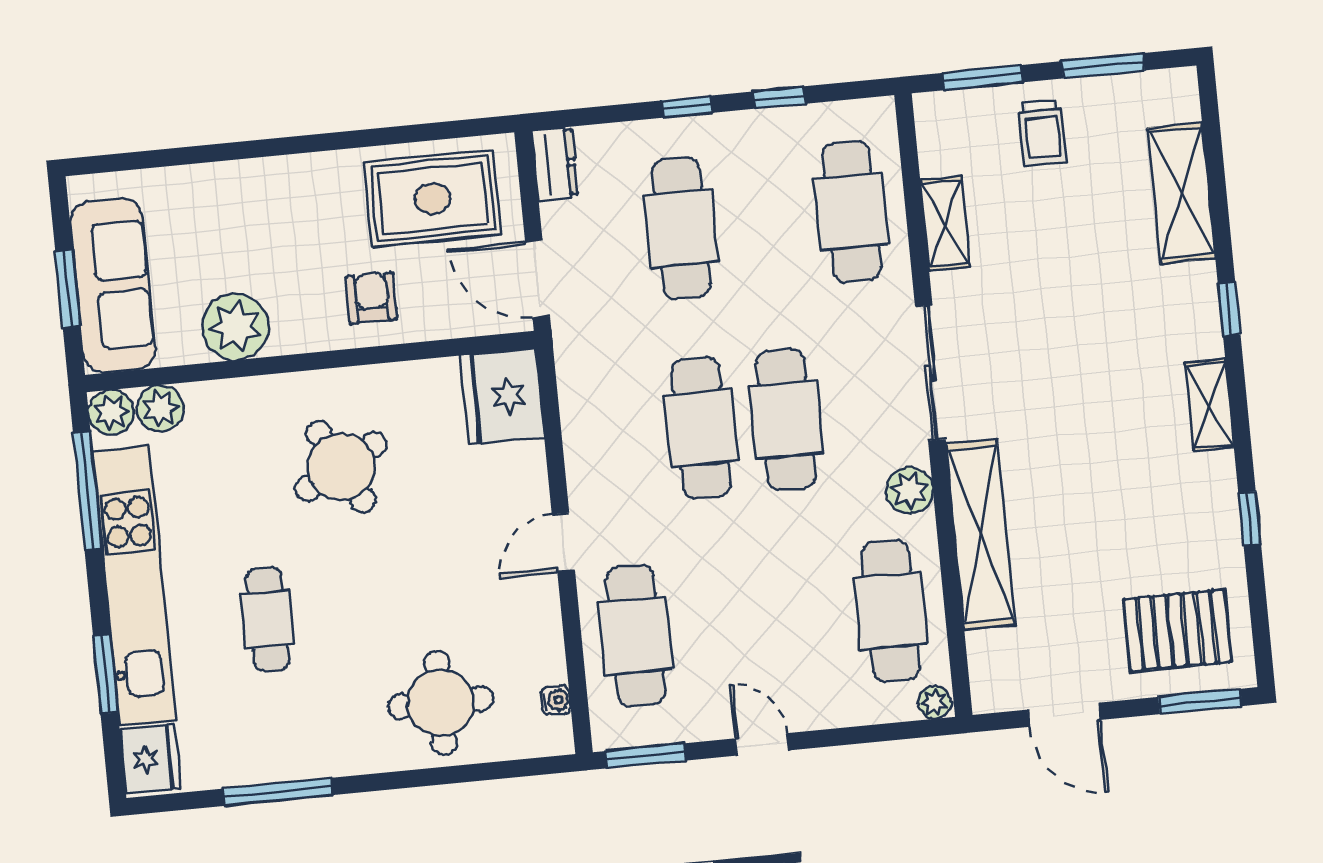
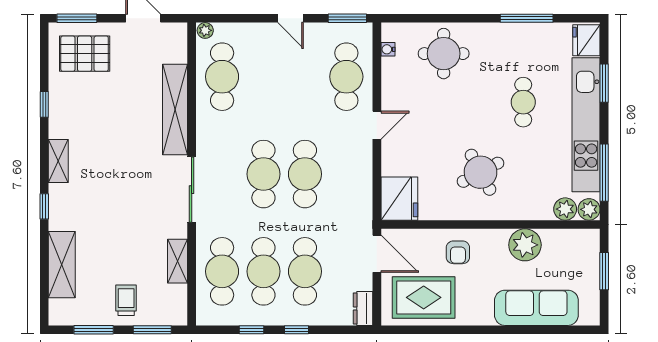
cafe table: (766, 220) -> (263, 271), added
sofa: (113, 286) -> (536, 308), moved, turned 90
plant: (910, 490) -> (207, 134), removed

